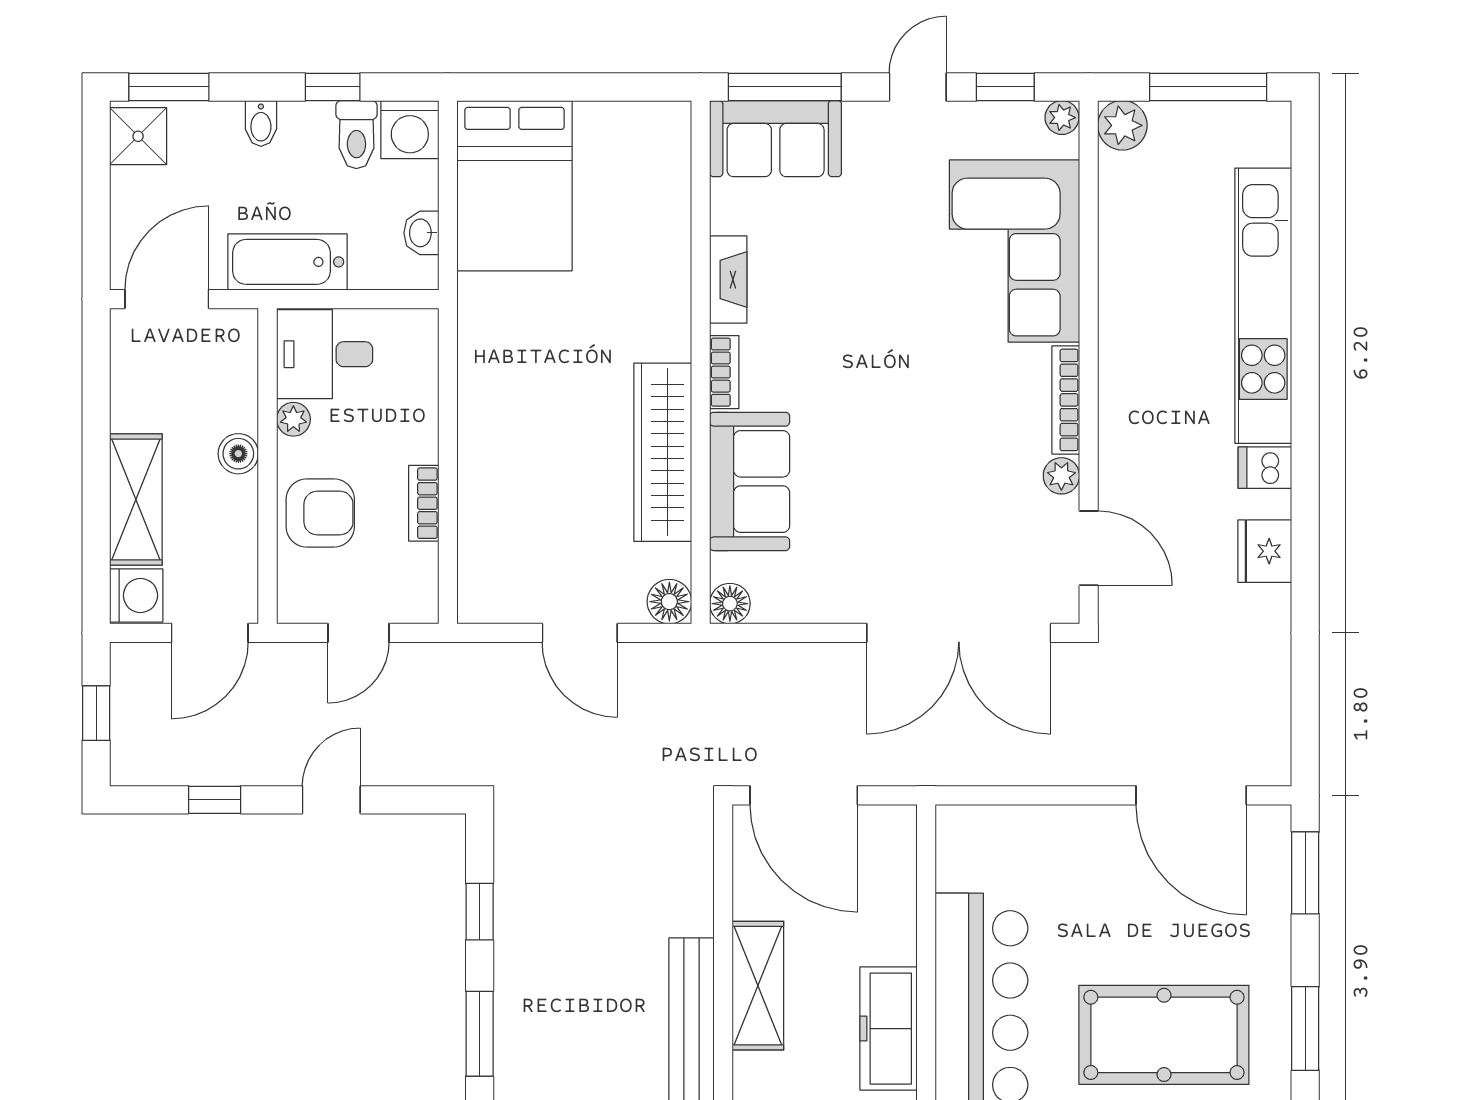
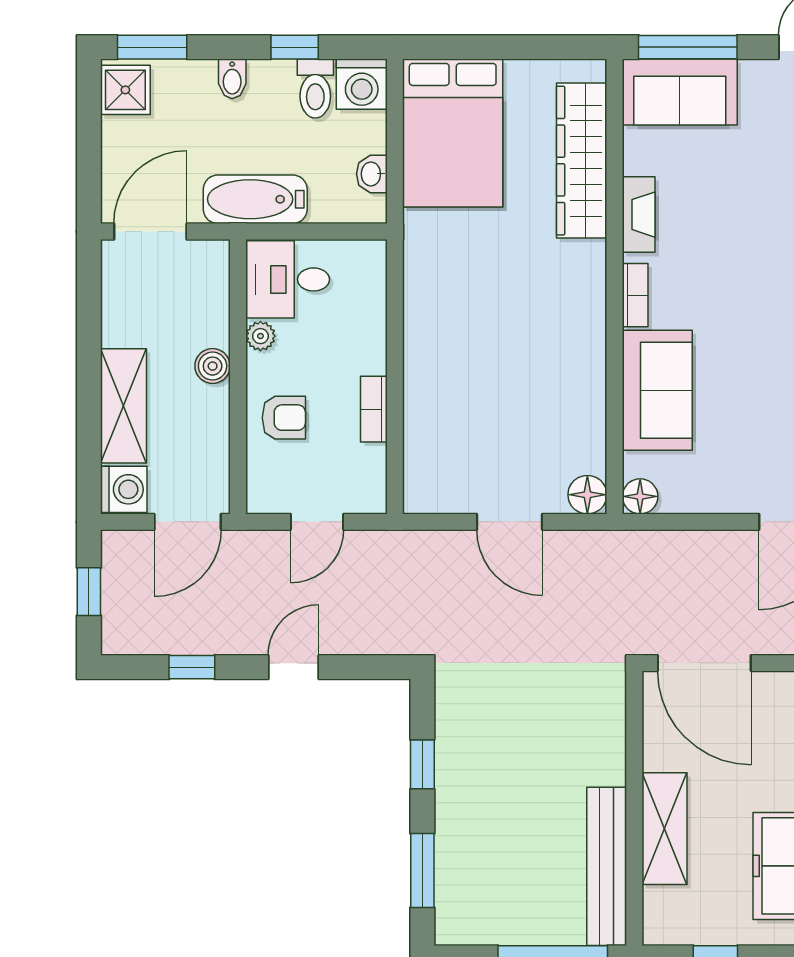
wardrobe: (663, 452) -> (582, 161), moved
armchair: (320, 513) -> (284, 418), width x0.72, depth x0.72

